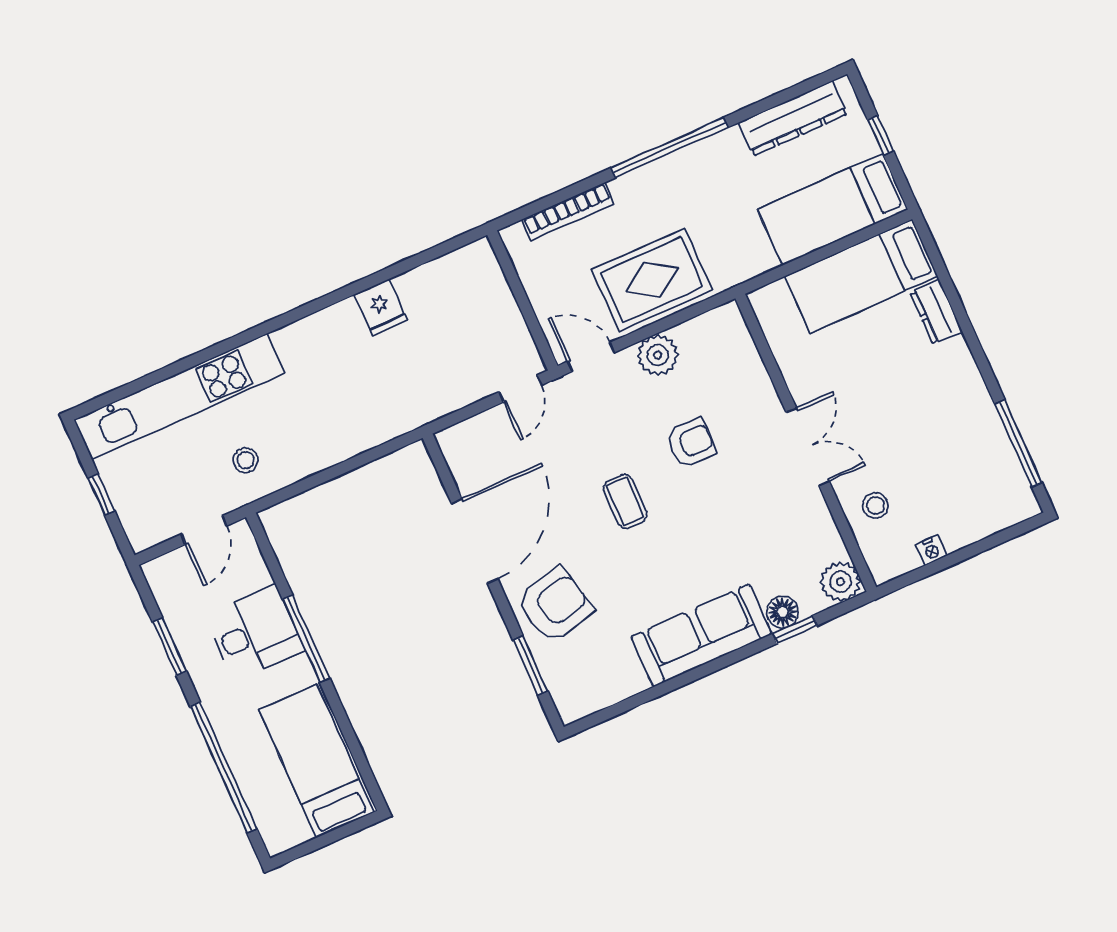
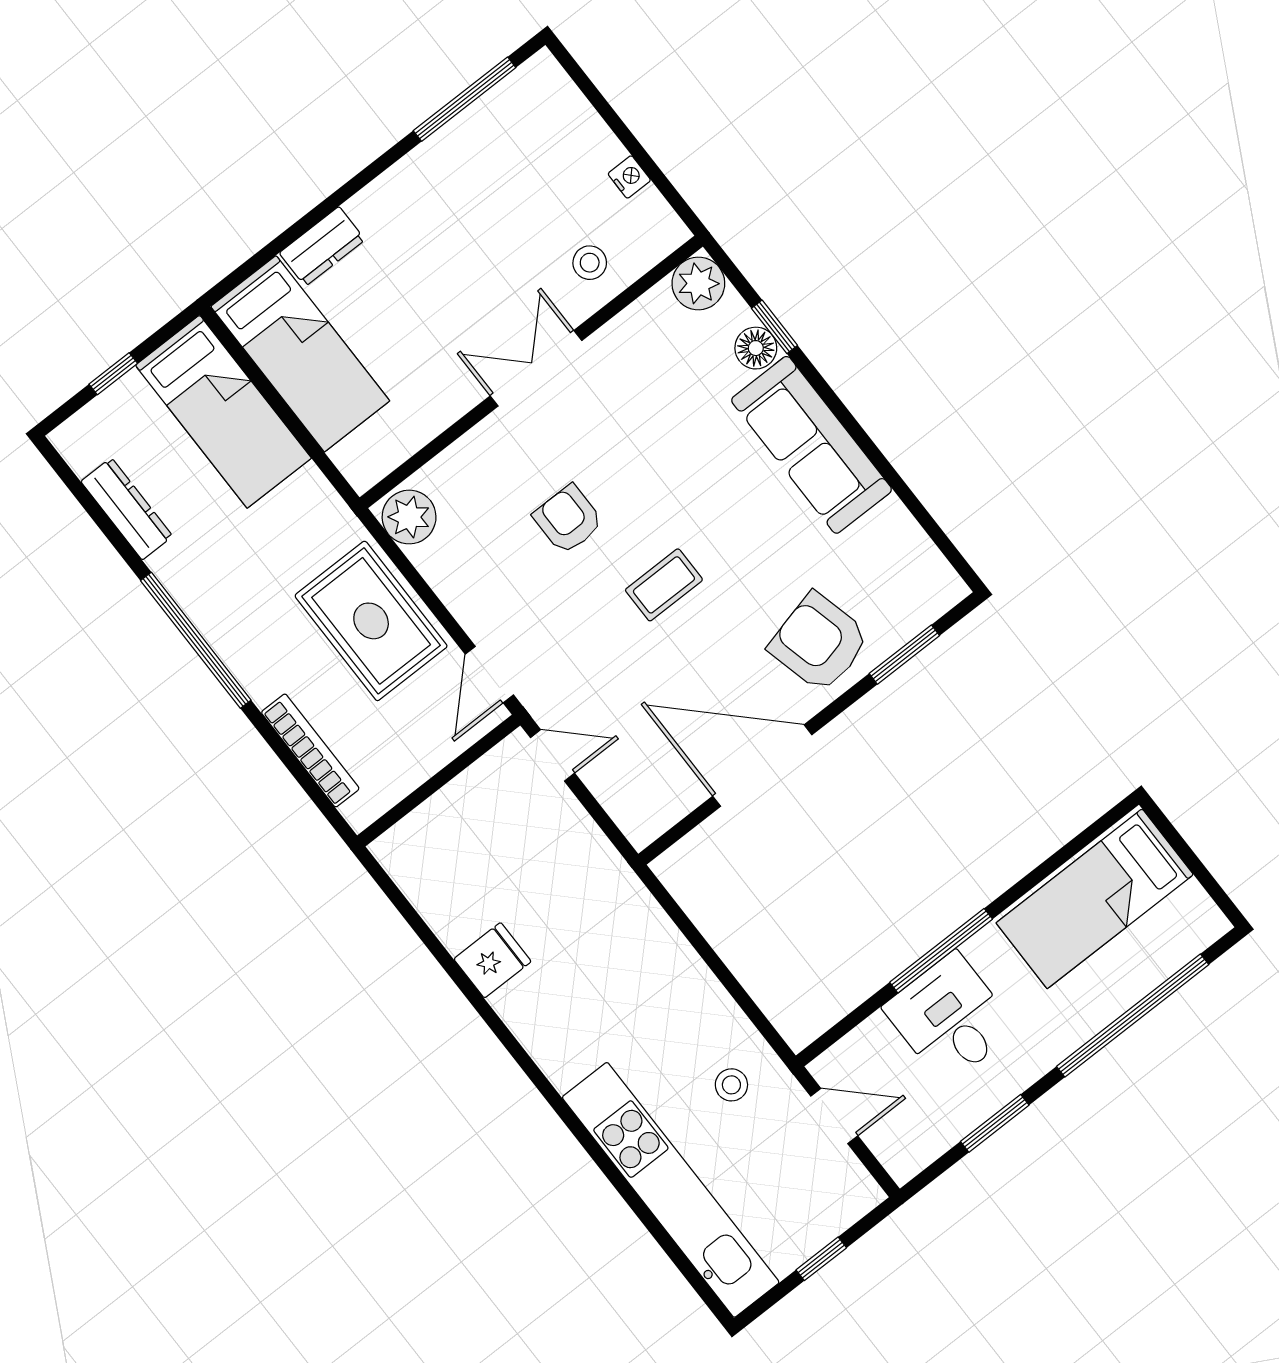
dresser: (793, 118) -> (127, 509), width x0.73, depth x0.80
plant: (658, 355) -> (409, 517), moved

